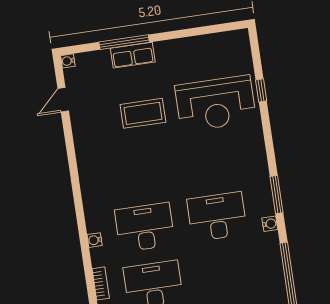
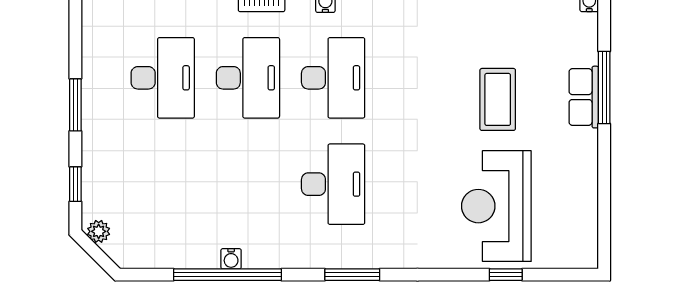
water cooler: (270, 224) -> (231, 259), moved

